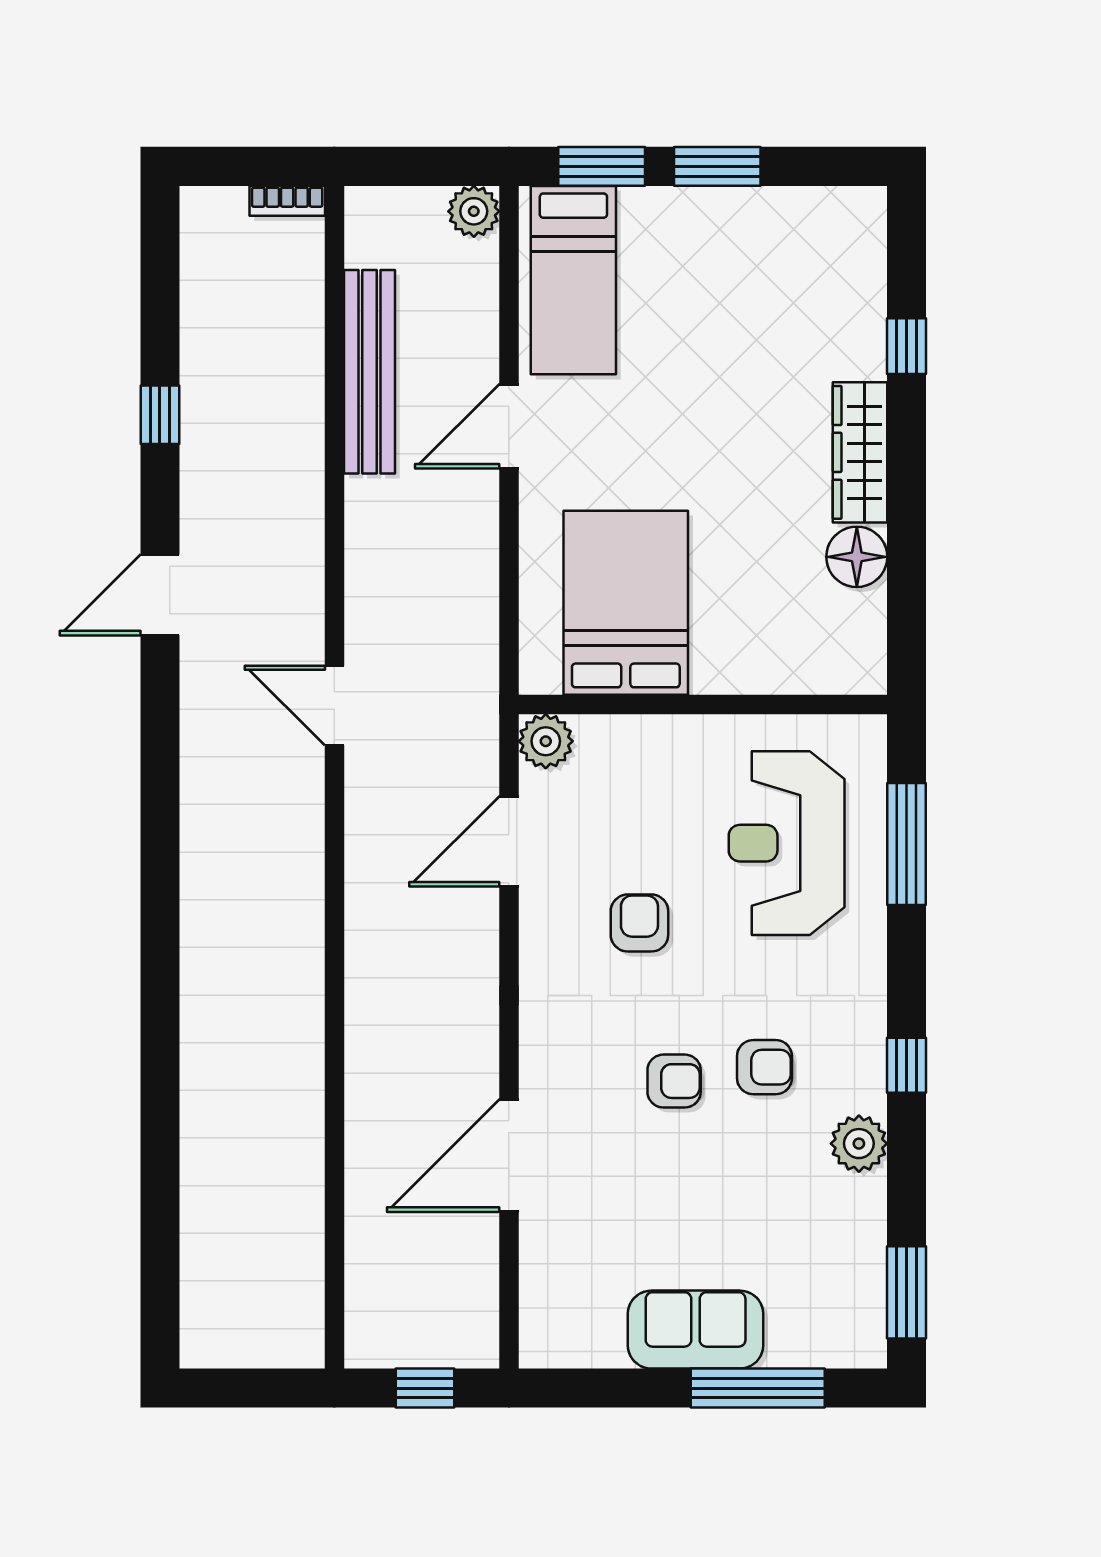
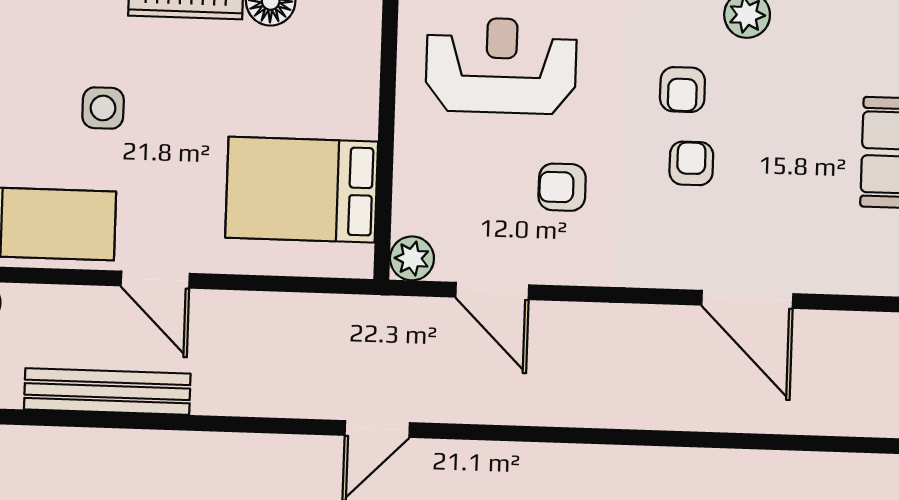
side table: (718, 355) -> (103, 108), added
reception desk: (787, 843) -> (501, 66), turned 180
armchair: (764, 1067) -> (682, 90), turned 180

